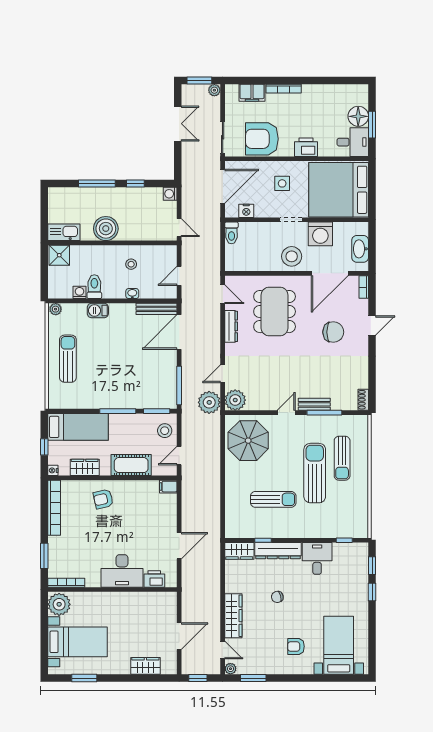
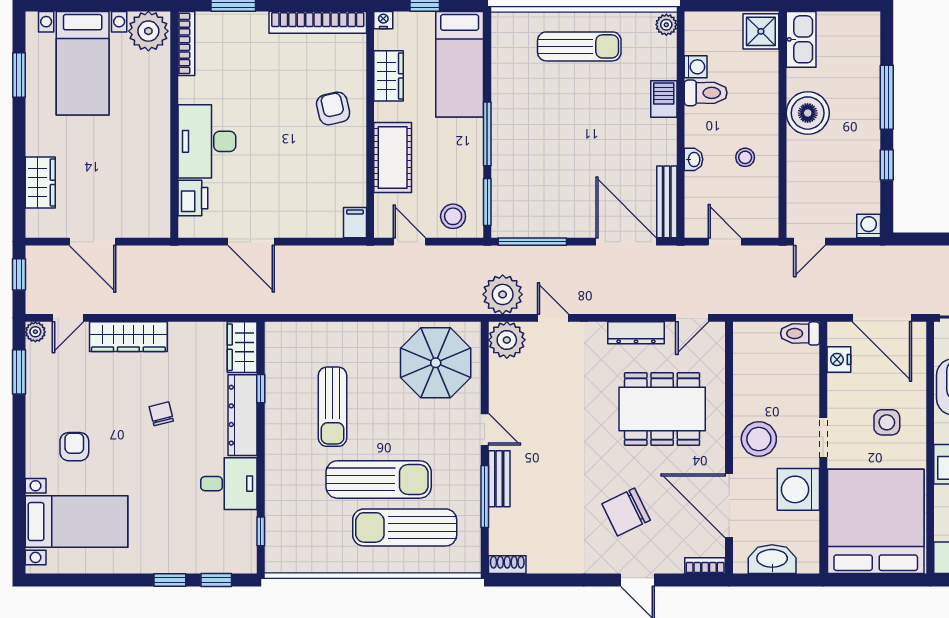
chair: (333, 332) -> (626, 512), turned 64
sun lounger: (342, 458) -> (405, 527), width x1.36, depth x1.34

